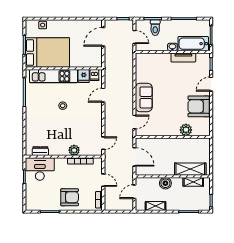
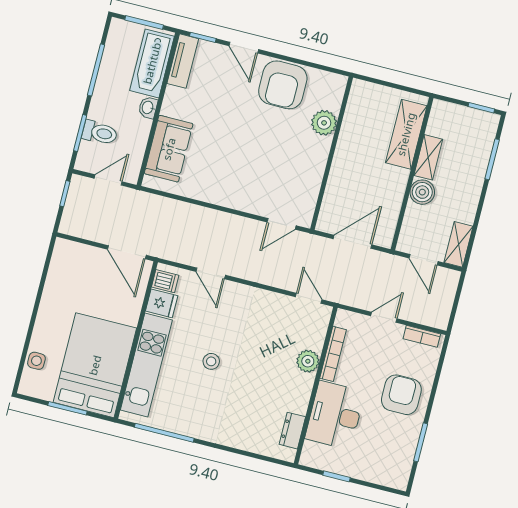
door: (103, 37) -> (127, 252), moved
tv unit: (183, 58) -> (183, 61), moved
sofa: (144, 97) -> (169, 149), moved, turned 90
door: (134, 122) -> (282, 224), swing flipped
desk: (40, 169) -> (335, 415), moved
shelving: (193, 182) -> (428, 157), moved
shelving: (156, 206) -> (459, 244), moved

